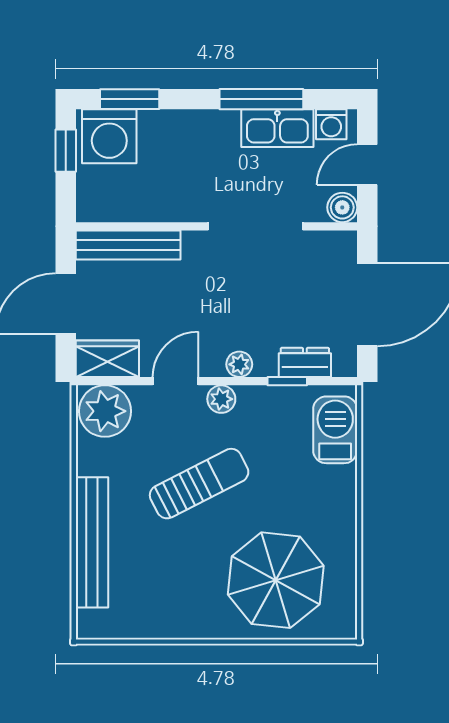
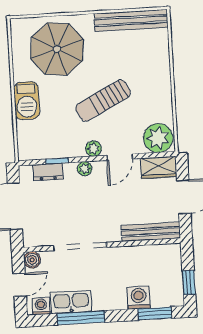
washing machine: (109, 136) -> (139, 298), moved, width x0.73, depth x0.73
barbecue: (335, 430) -> (27, 101), moved
bench: (92, 542) -> (131, 20), moved, turned 90

